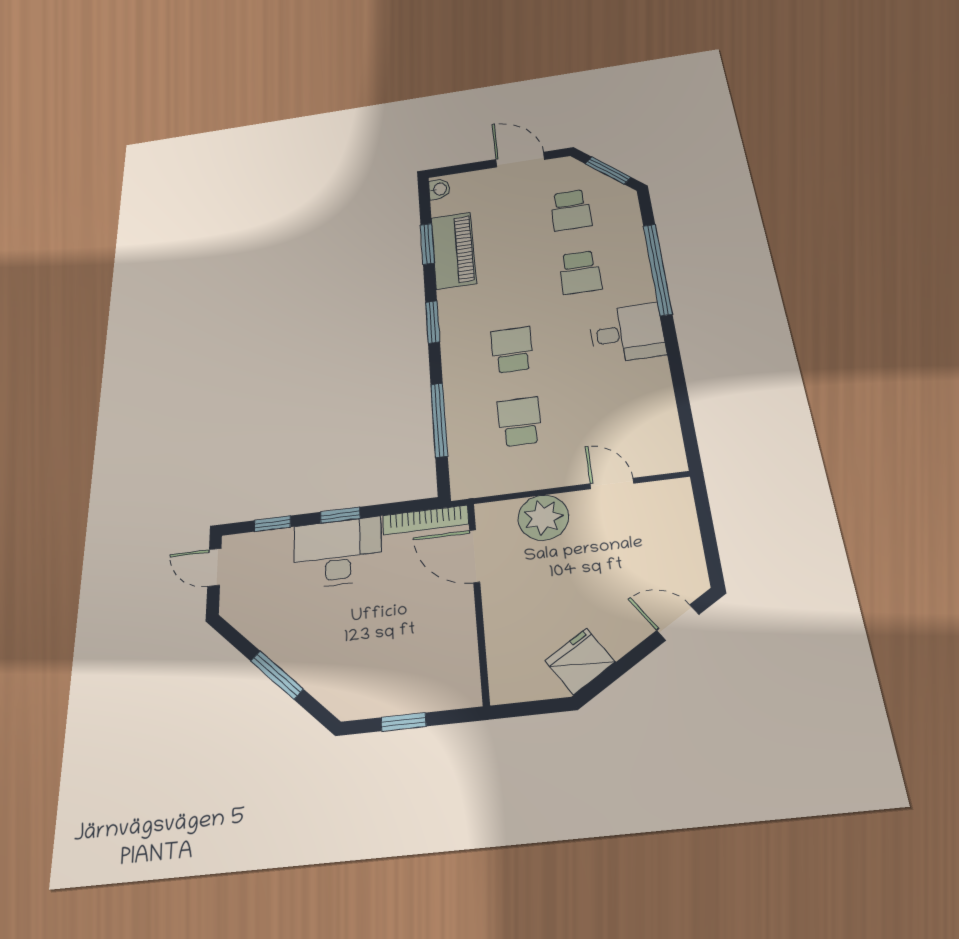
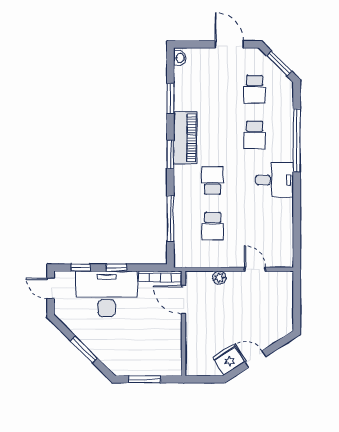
piano: (453, 250) -> (185, 138), moved
school desk: (520, 422) -> (213, 226), turned 180
plant: (543, 518) -> (219, 278), width x0.53, depth x0.53
desk: (338, 552) -> (107, 294), width x1.36, depth x1.30
door: (678, 622) -> (255, 359), moved
window: (404, 722) -> (145, 379), width x1.50

